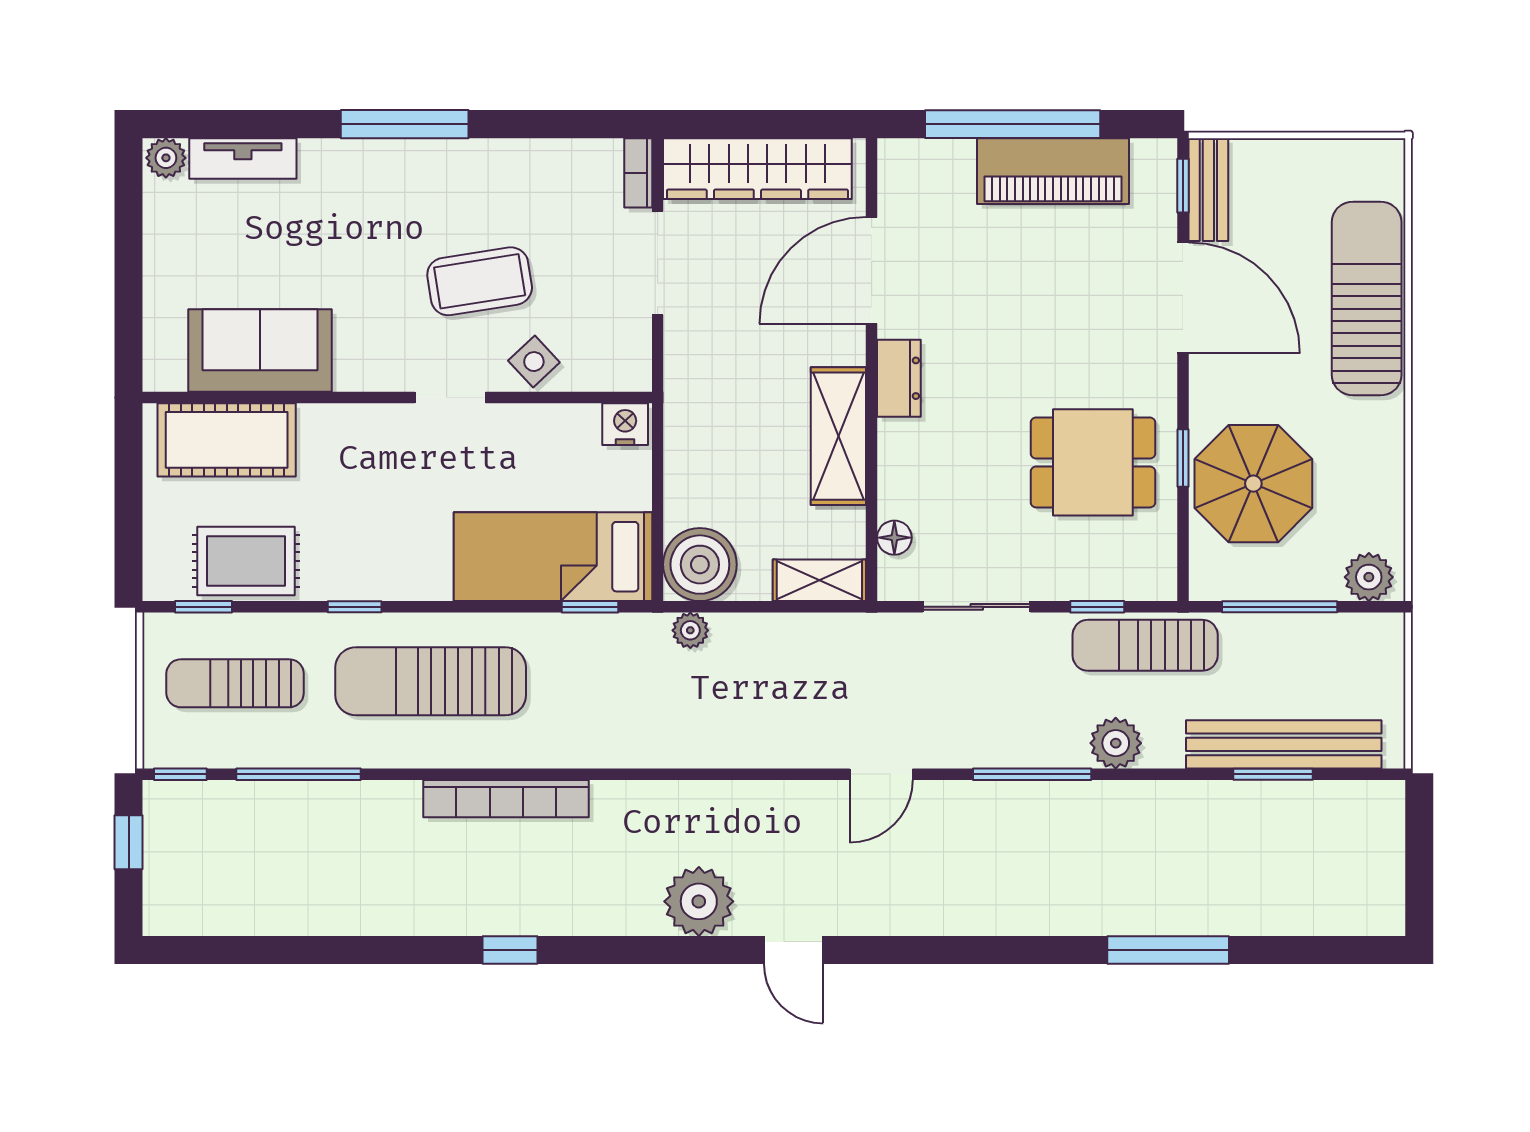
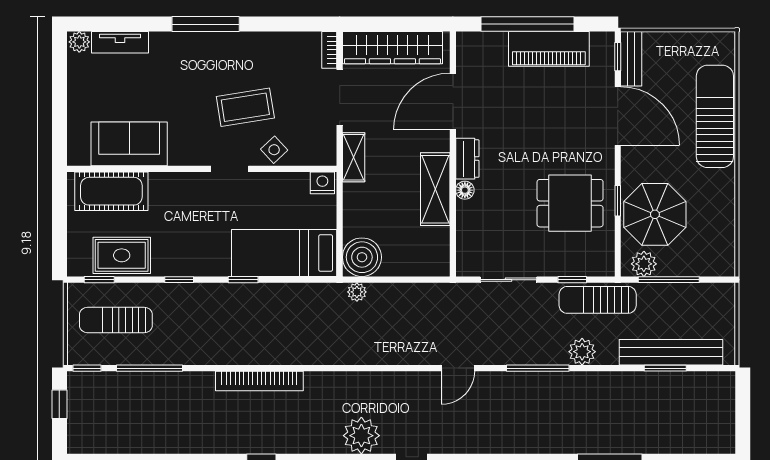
floor lamp: (894, 538) -> (465, 190), moved
plant: (1369, 577) -> (644, 264), moved
shelving: (819, 580) -> (354, 157), moved, turned 90
window: (590, 607) -> (243, 280), moved
sun lounger: (431, 681) -> (219, 319), removed

